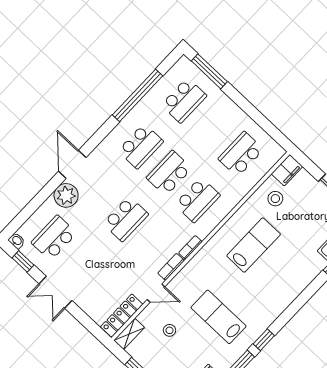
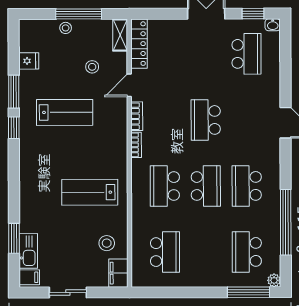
plant: (66, 195) -> (274, 280), moved, width x0.53, depth x0.53
lab bench: (254, 245) -> (90, 192), turned 90

